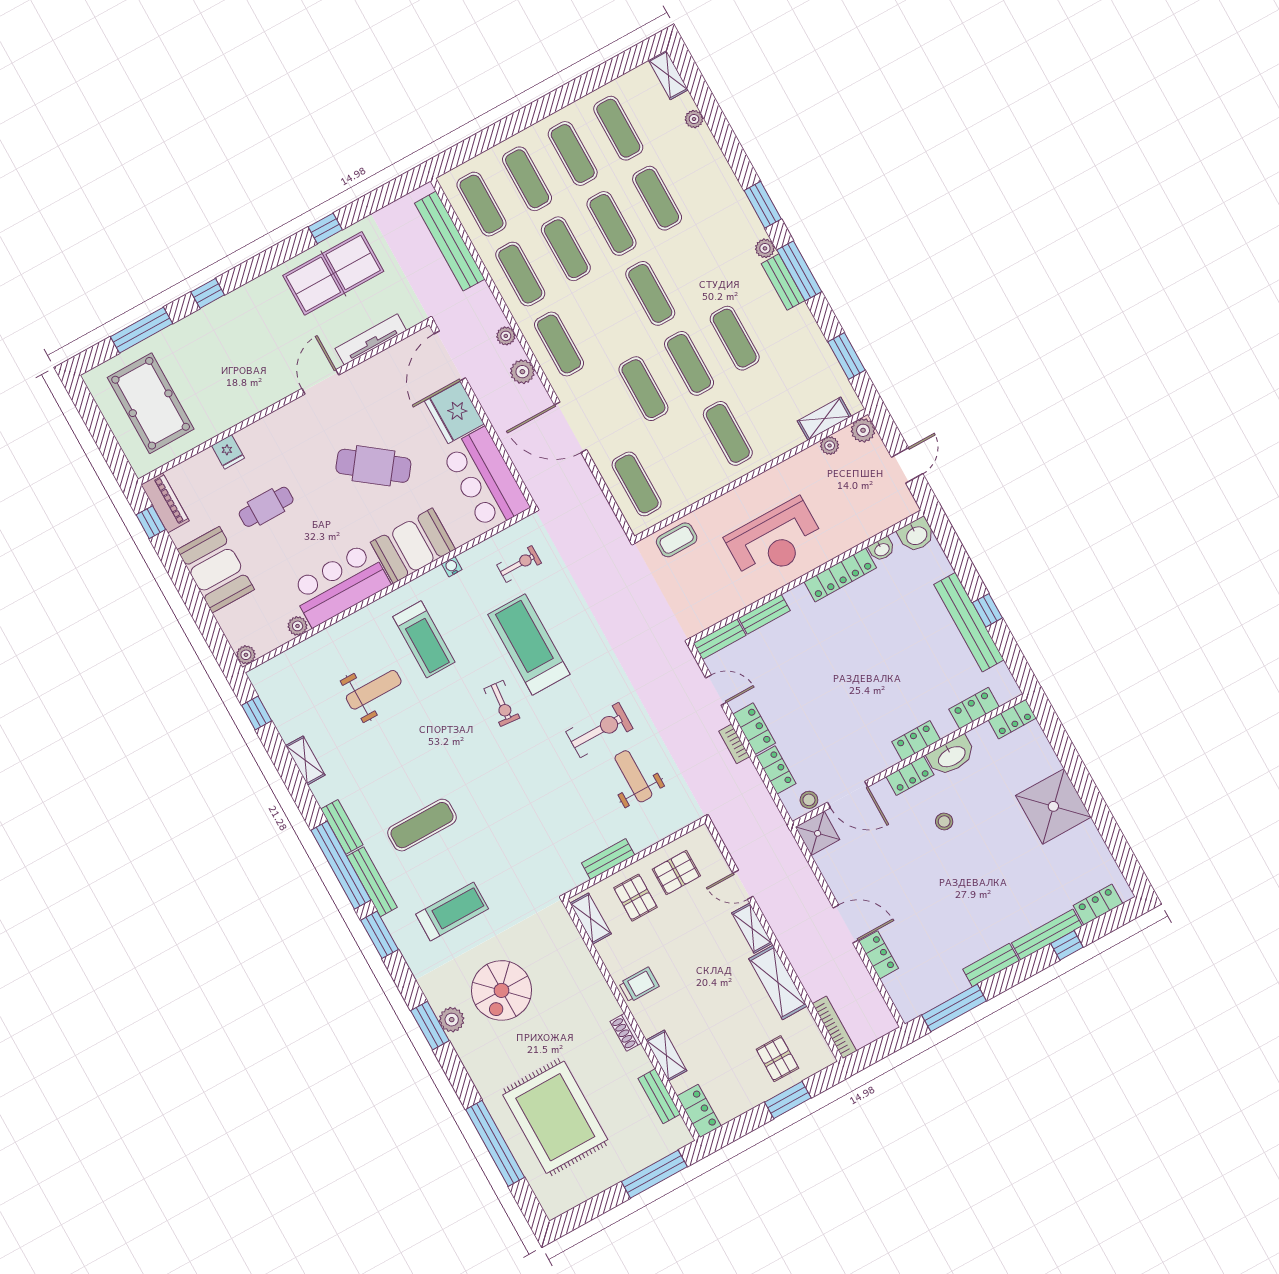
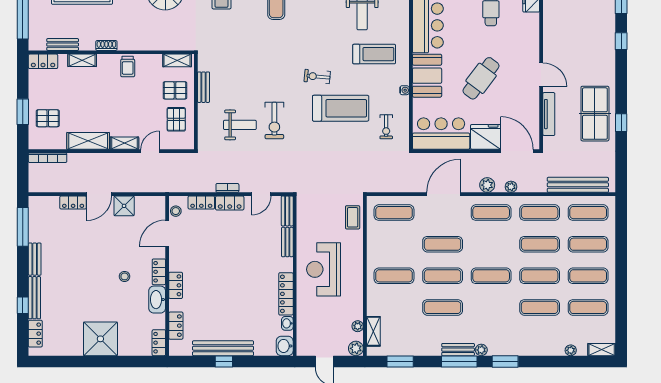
treadmill: (424, 639) -> (374, 54), turned 180
shower: (818, 833) -> (124, 206), moved

